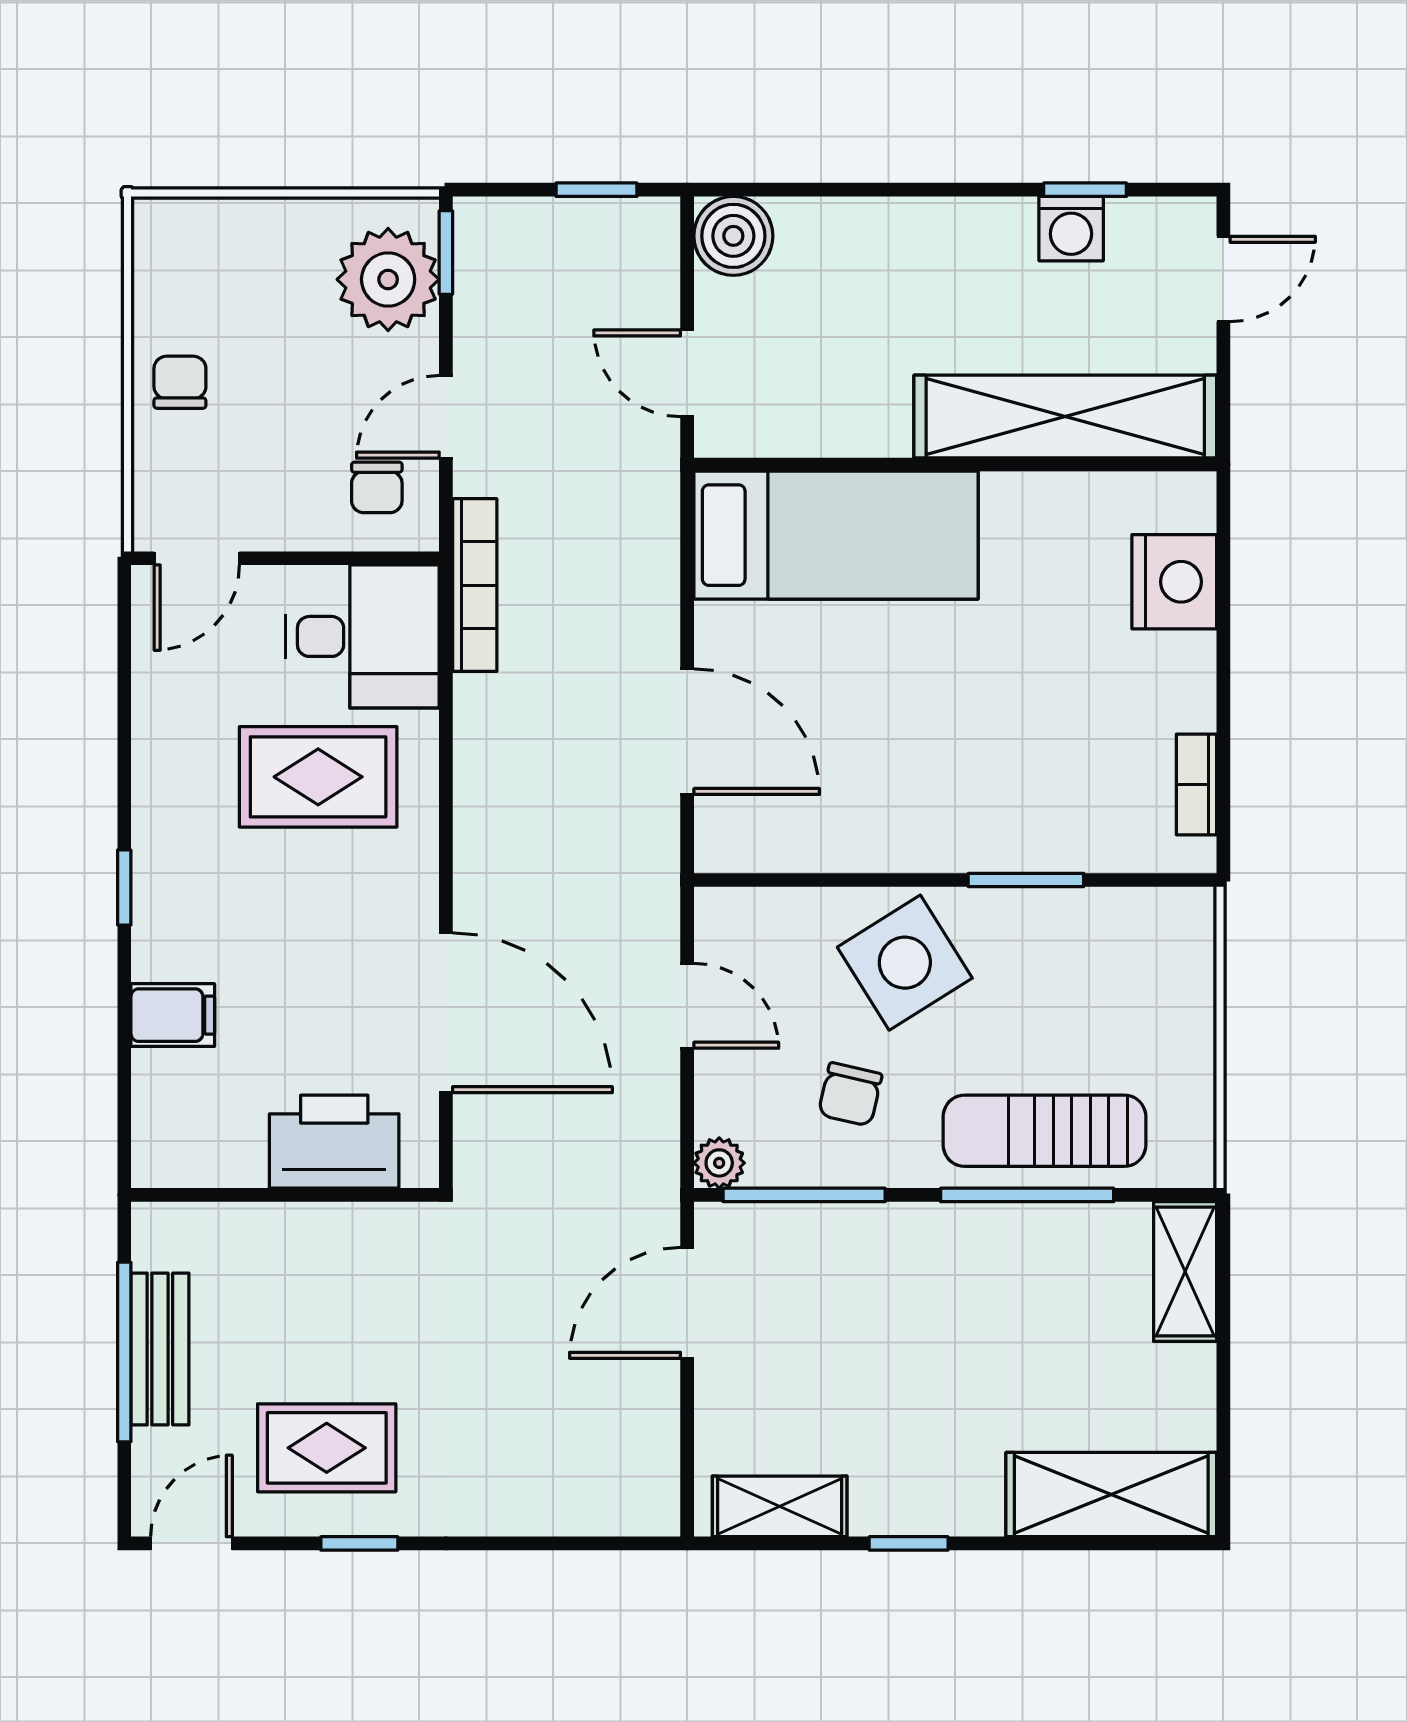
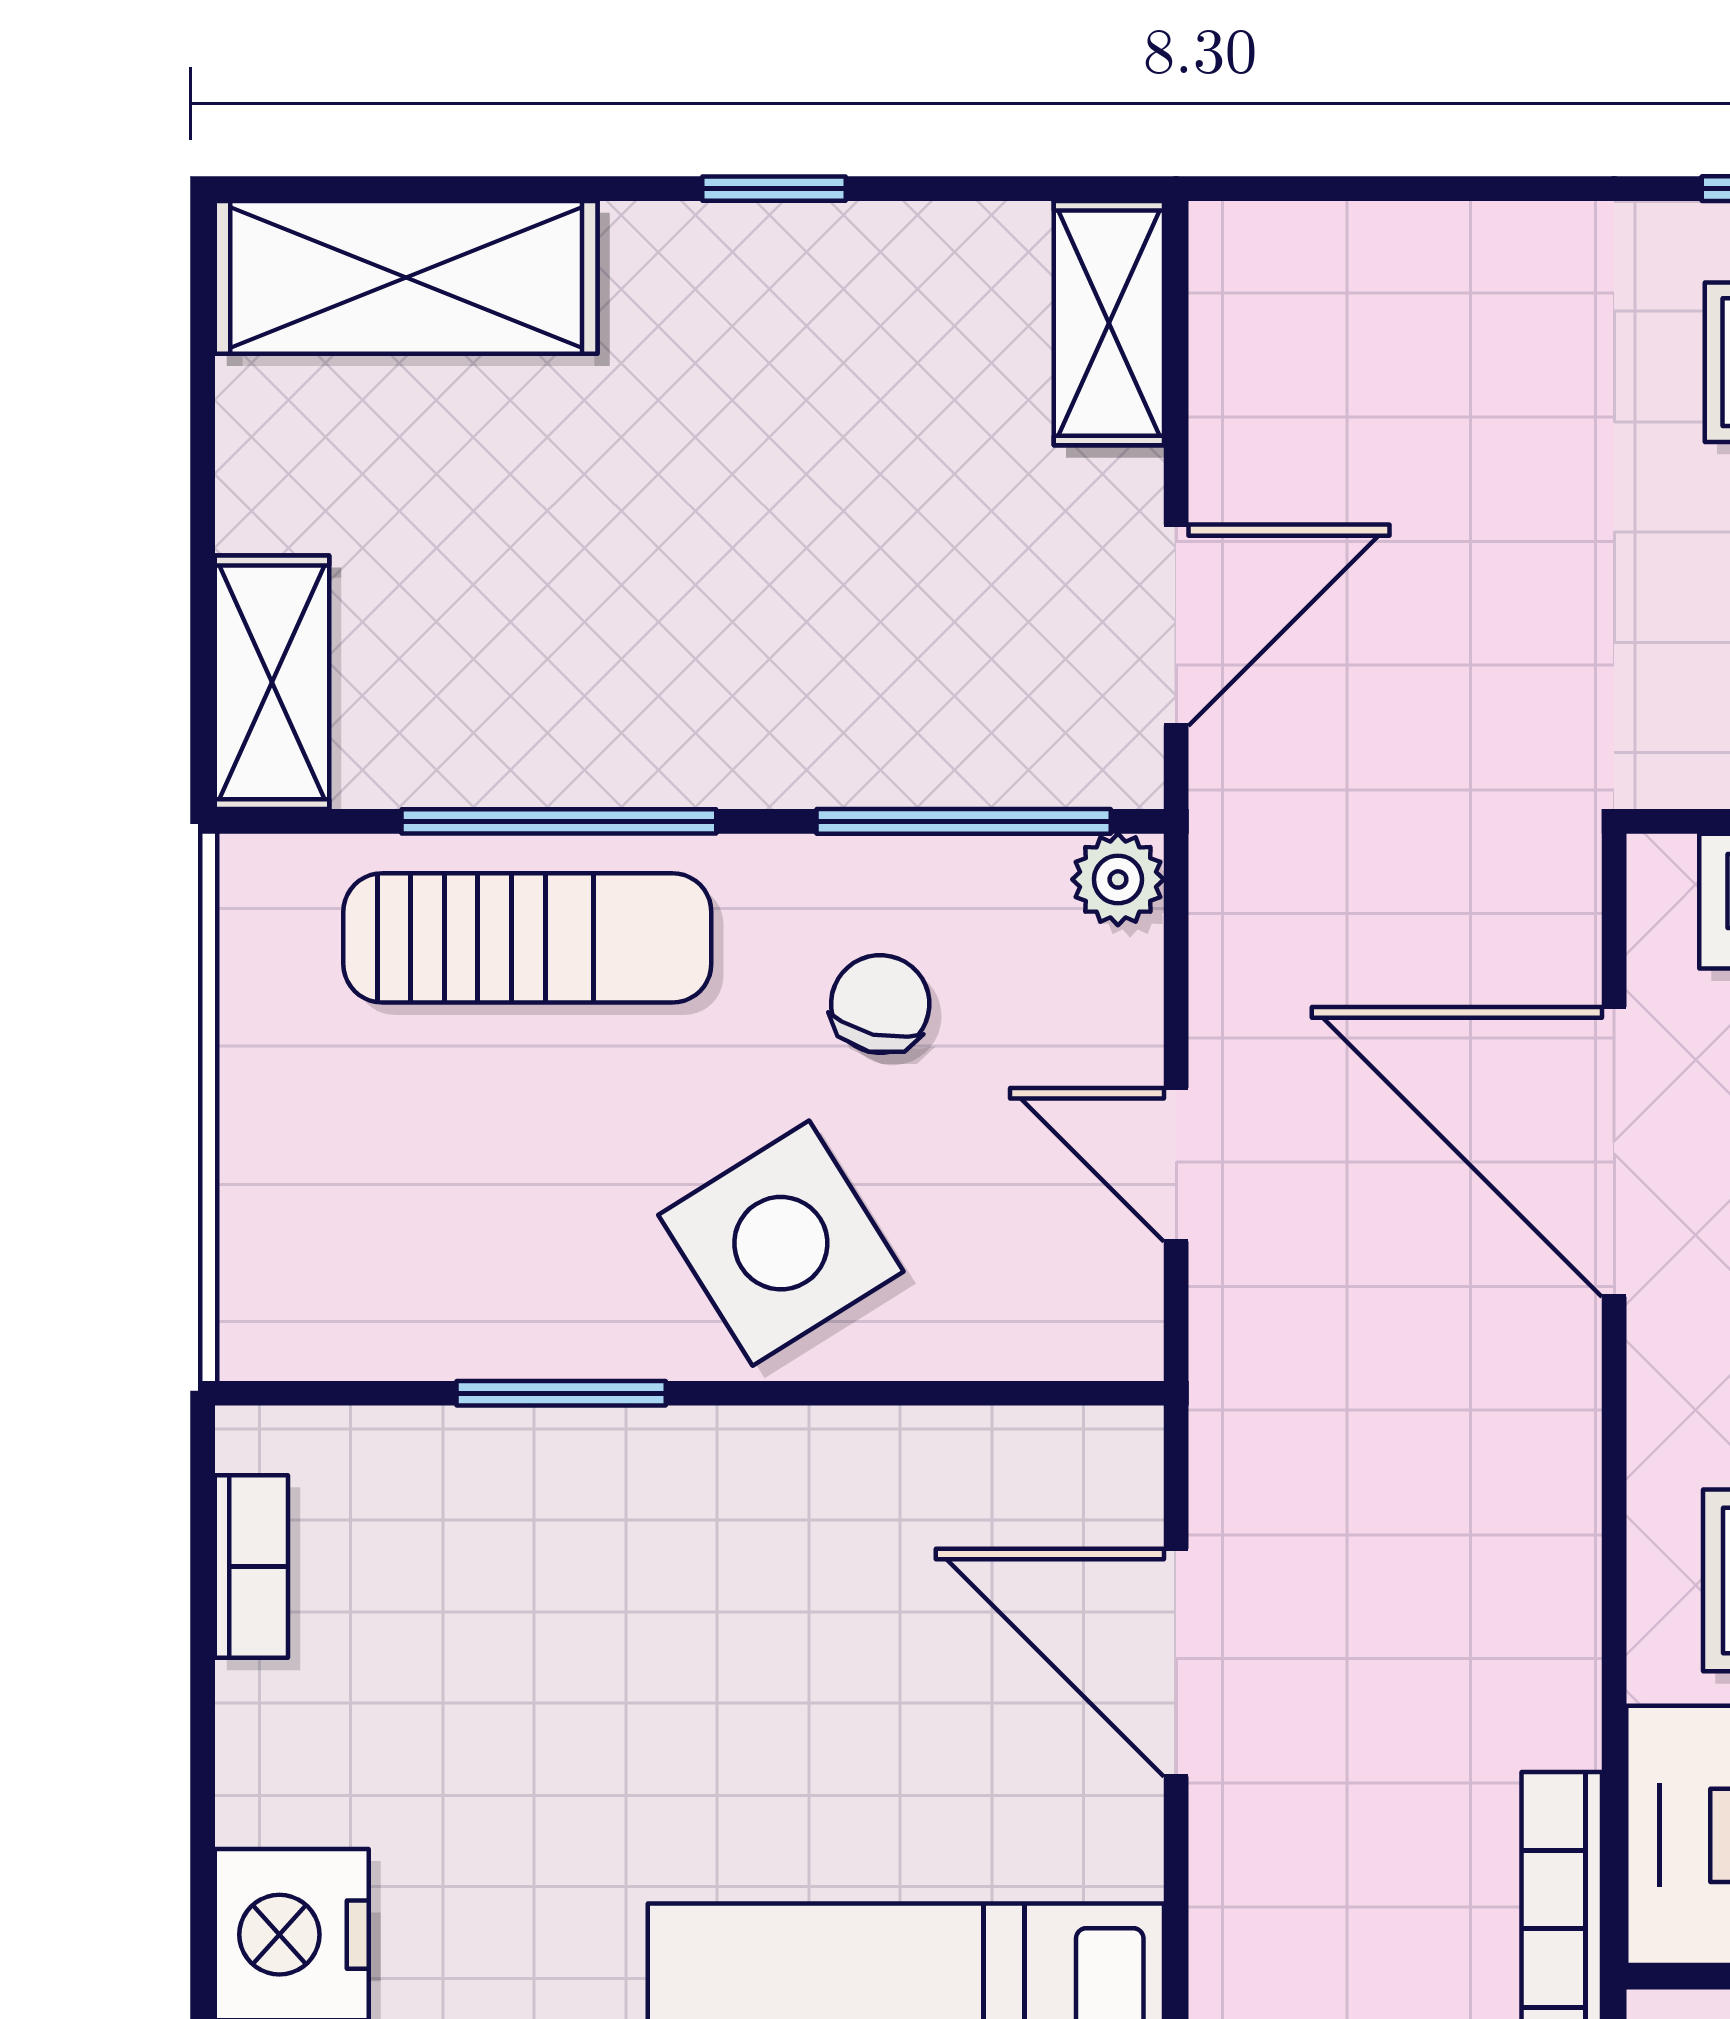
shelving: (780, 1506) -> (1109, 323), moved, turned 90

